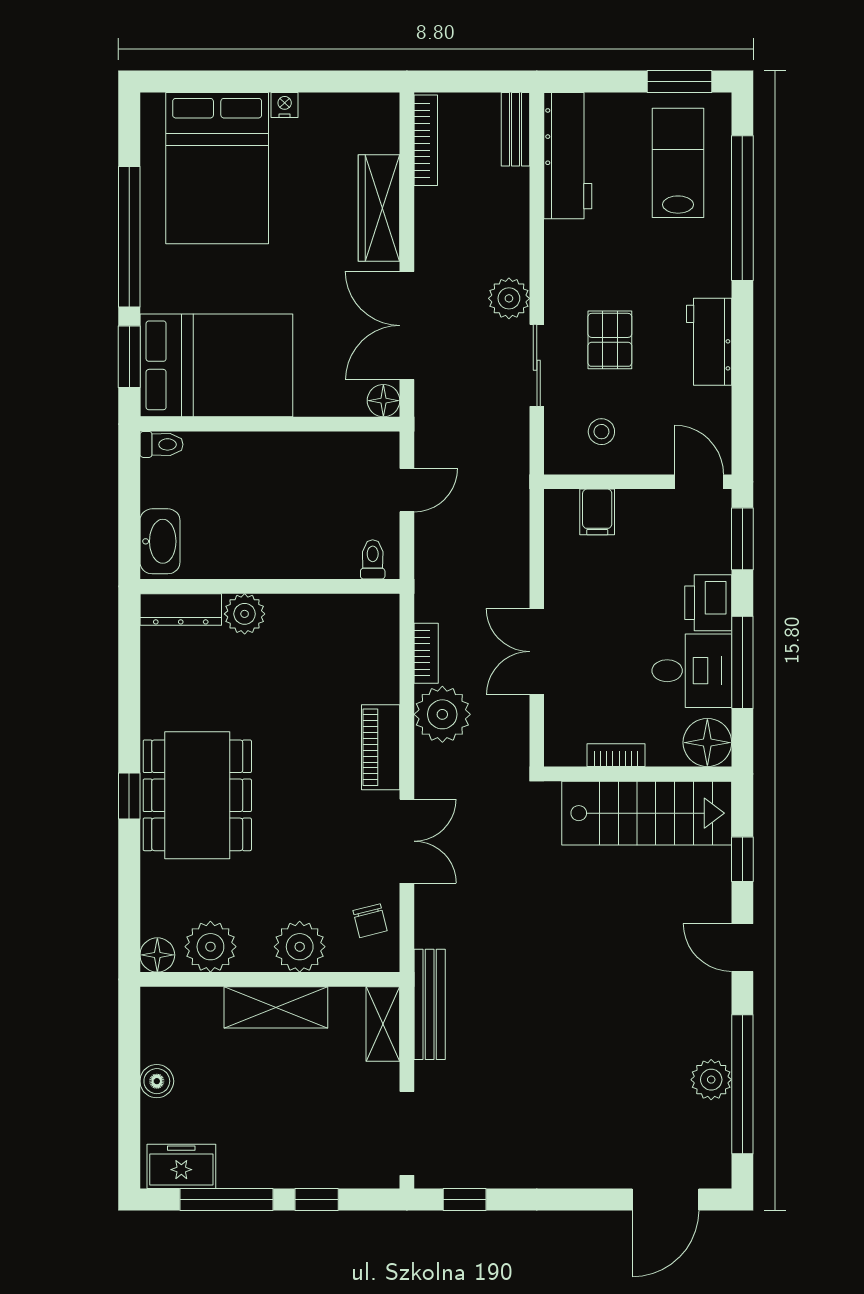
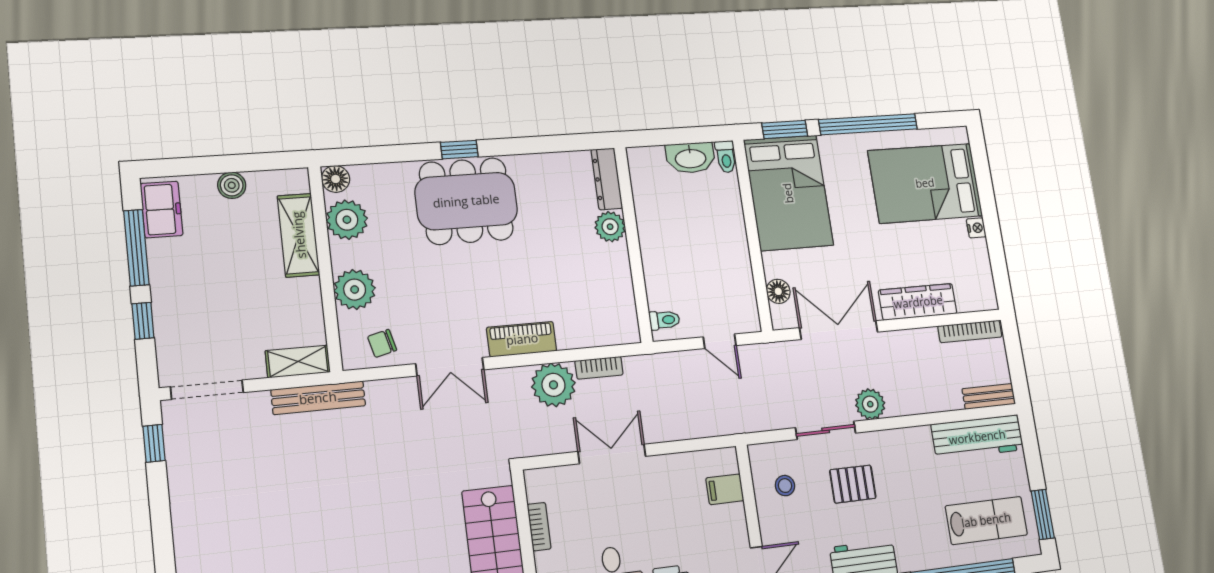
floor lamp: (383, 401) -> (778, 291), moved
washbasin: (160, 541) -> (690, 158), moved
shelving: (276, 1007) -> (299, 235), moved

